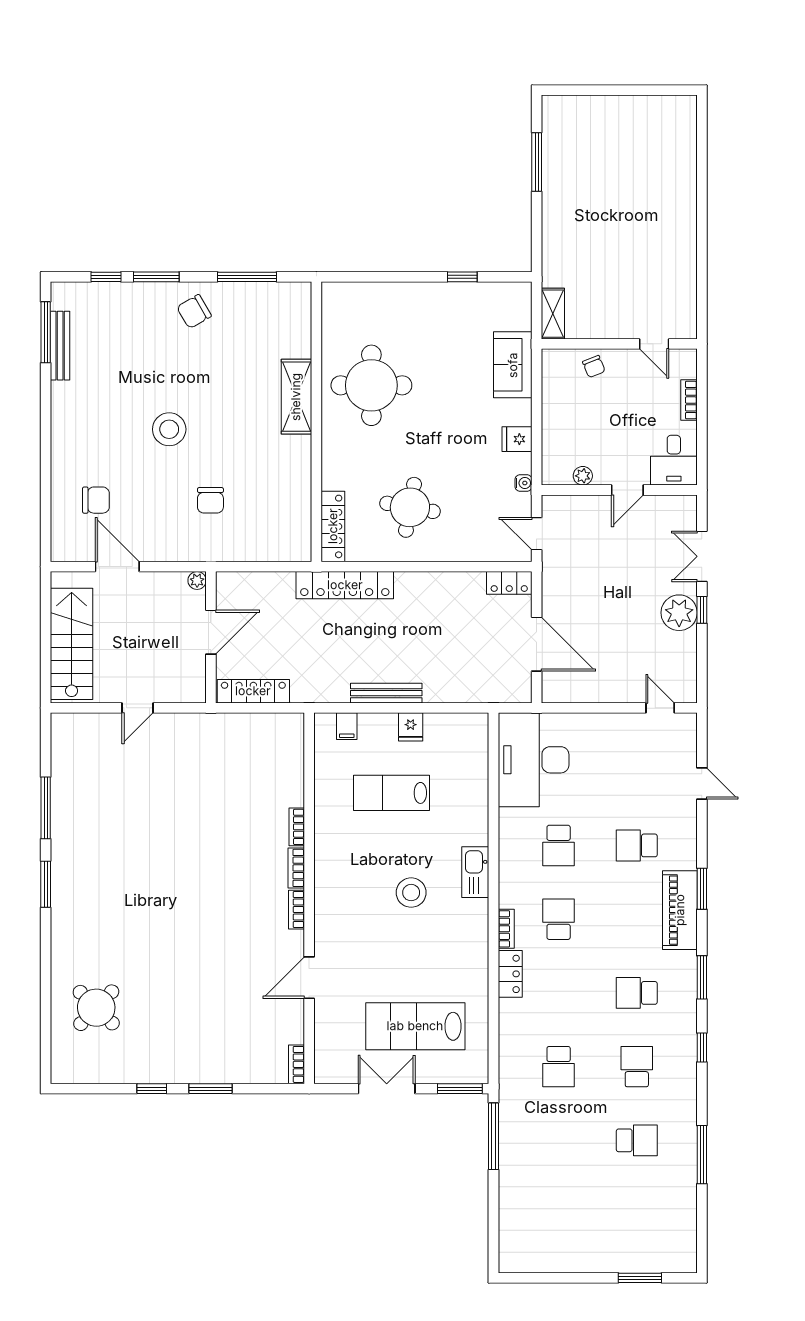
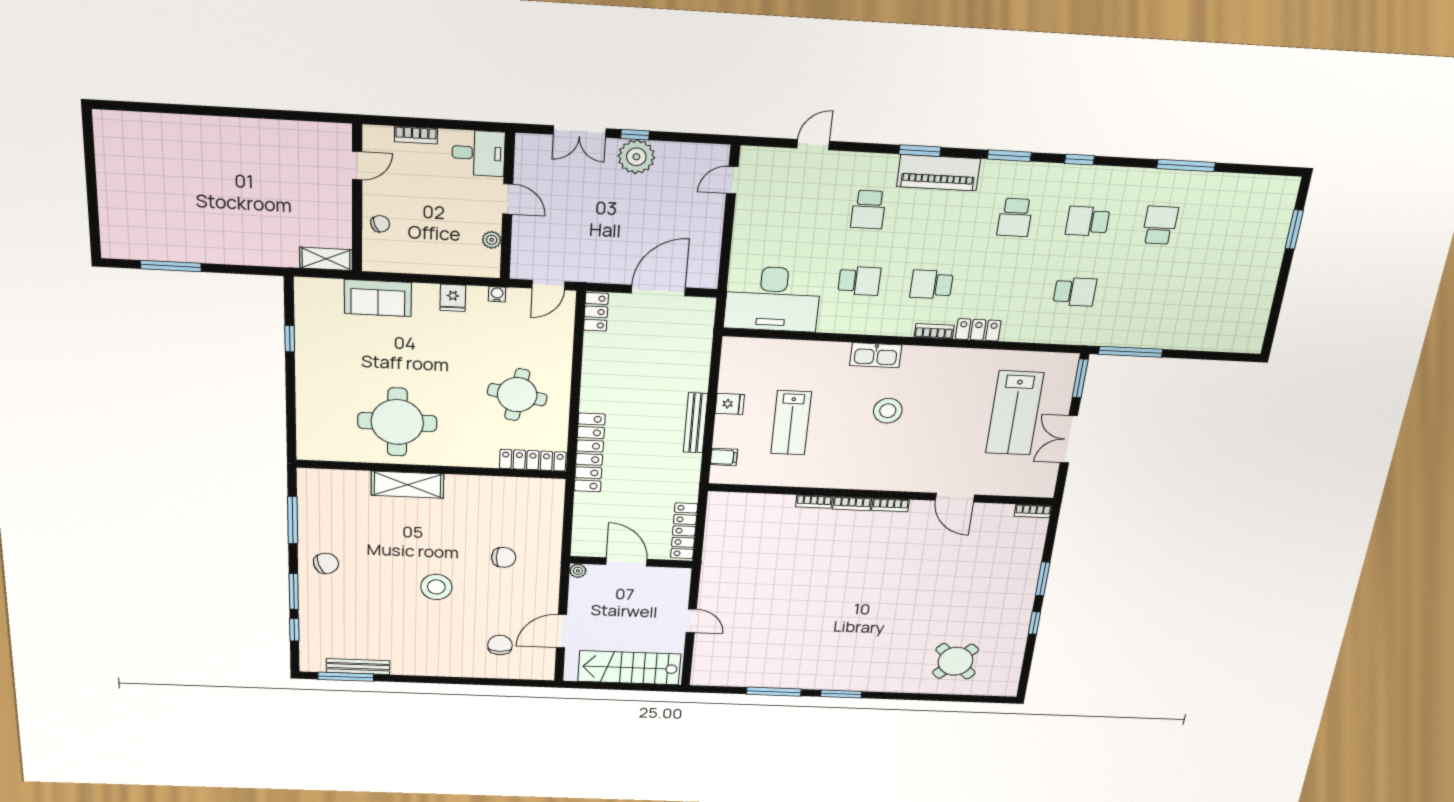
chair: (194, 312) -> (326, 563), turned -79

